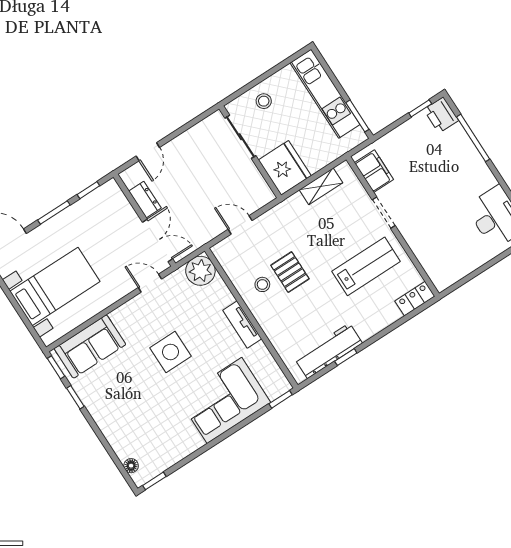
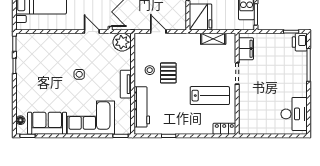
sofa: (90, 346) -> (47, 123), moved, turned 180
workbench: (328, 351) -> (142, 107), moved, turned 90
side table: (170, 352) -> (79, 74), width x0.54, depth x0.54

